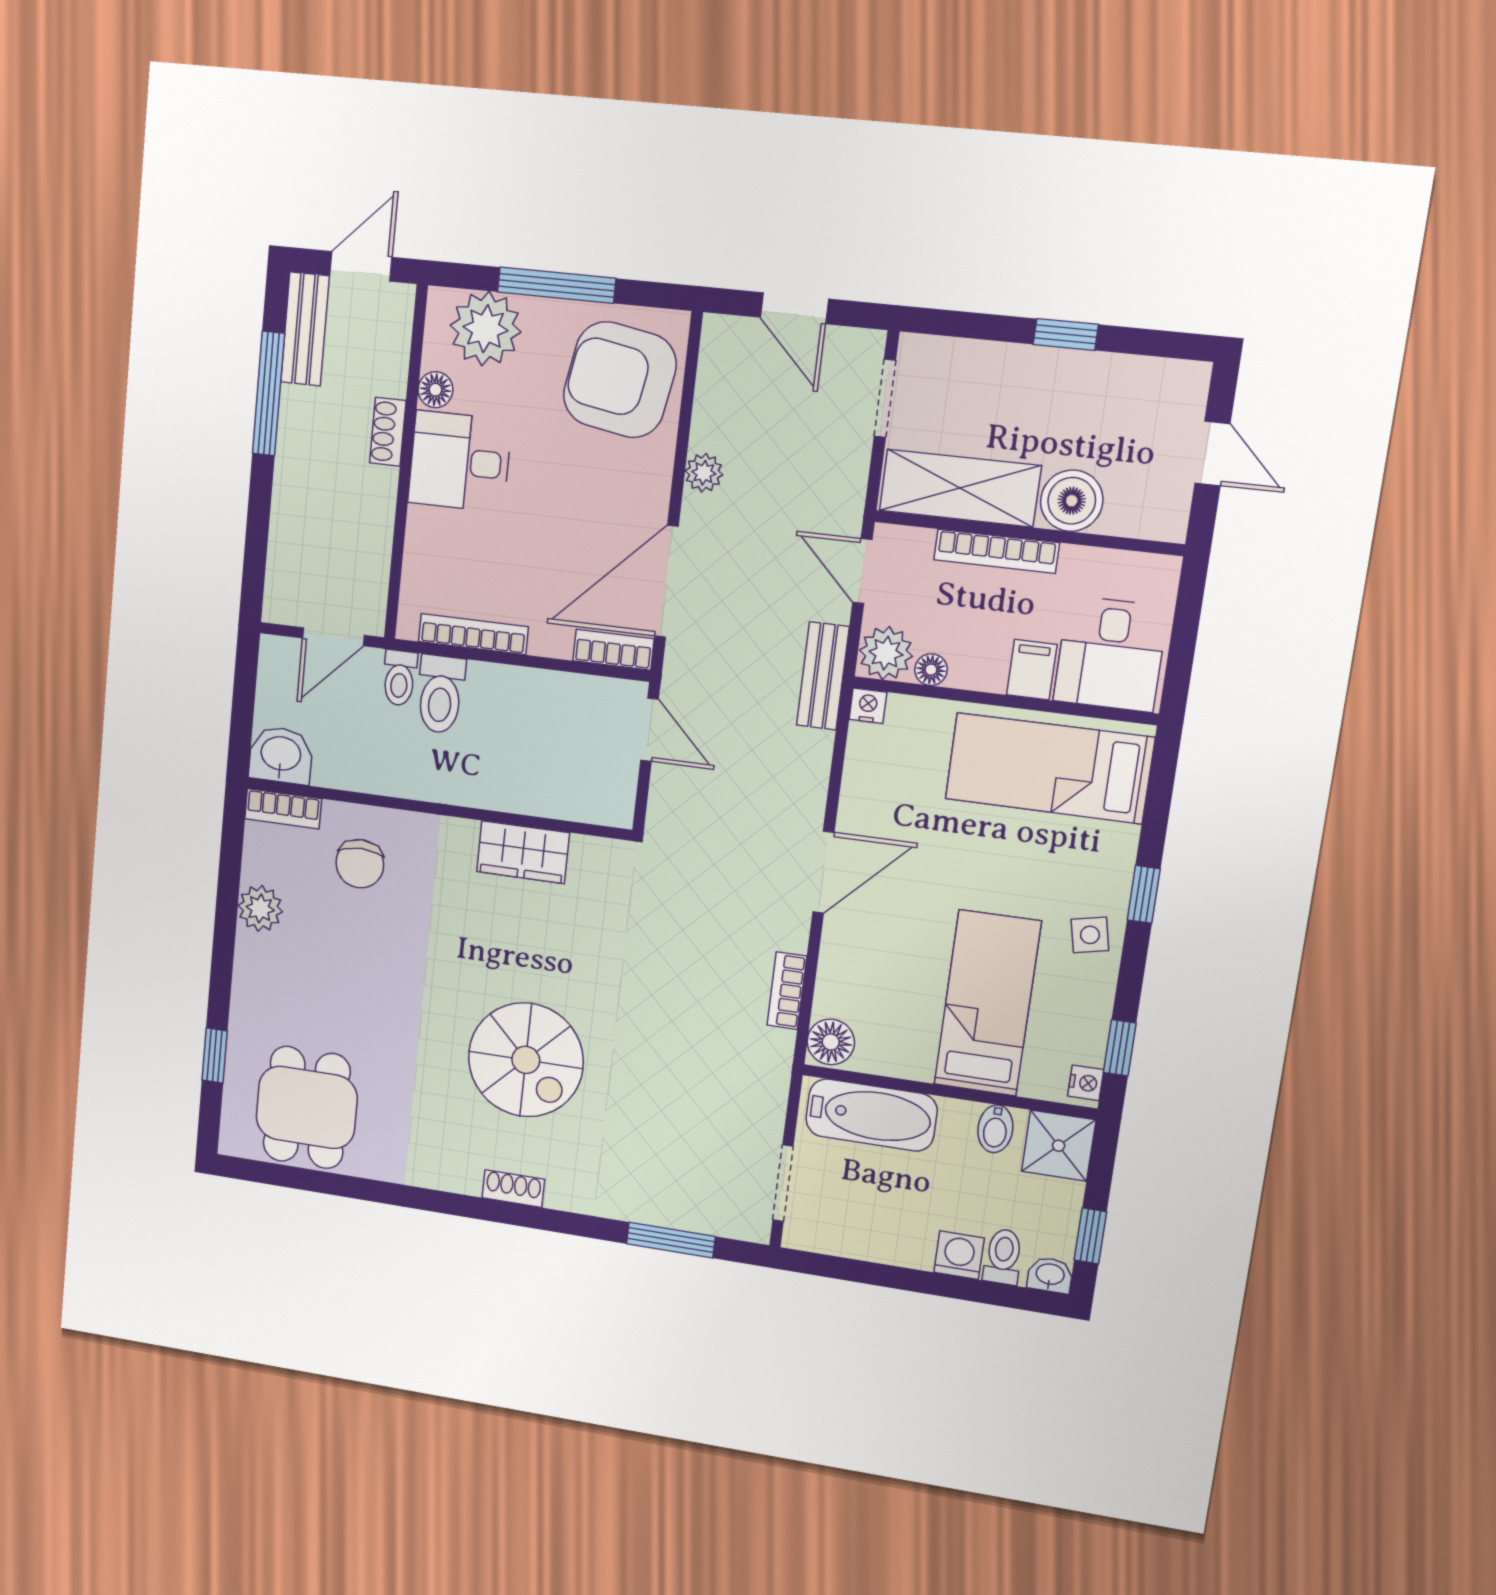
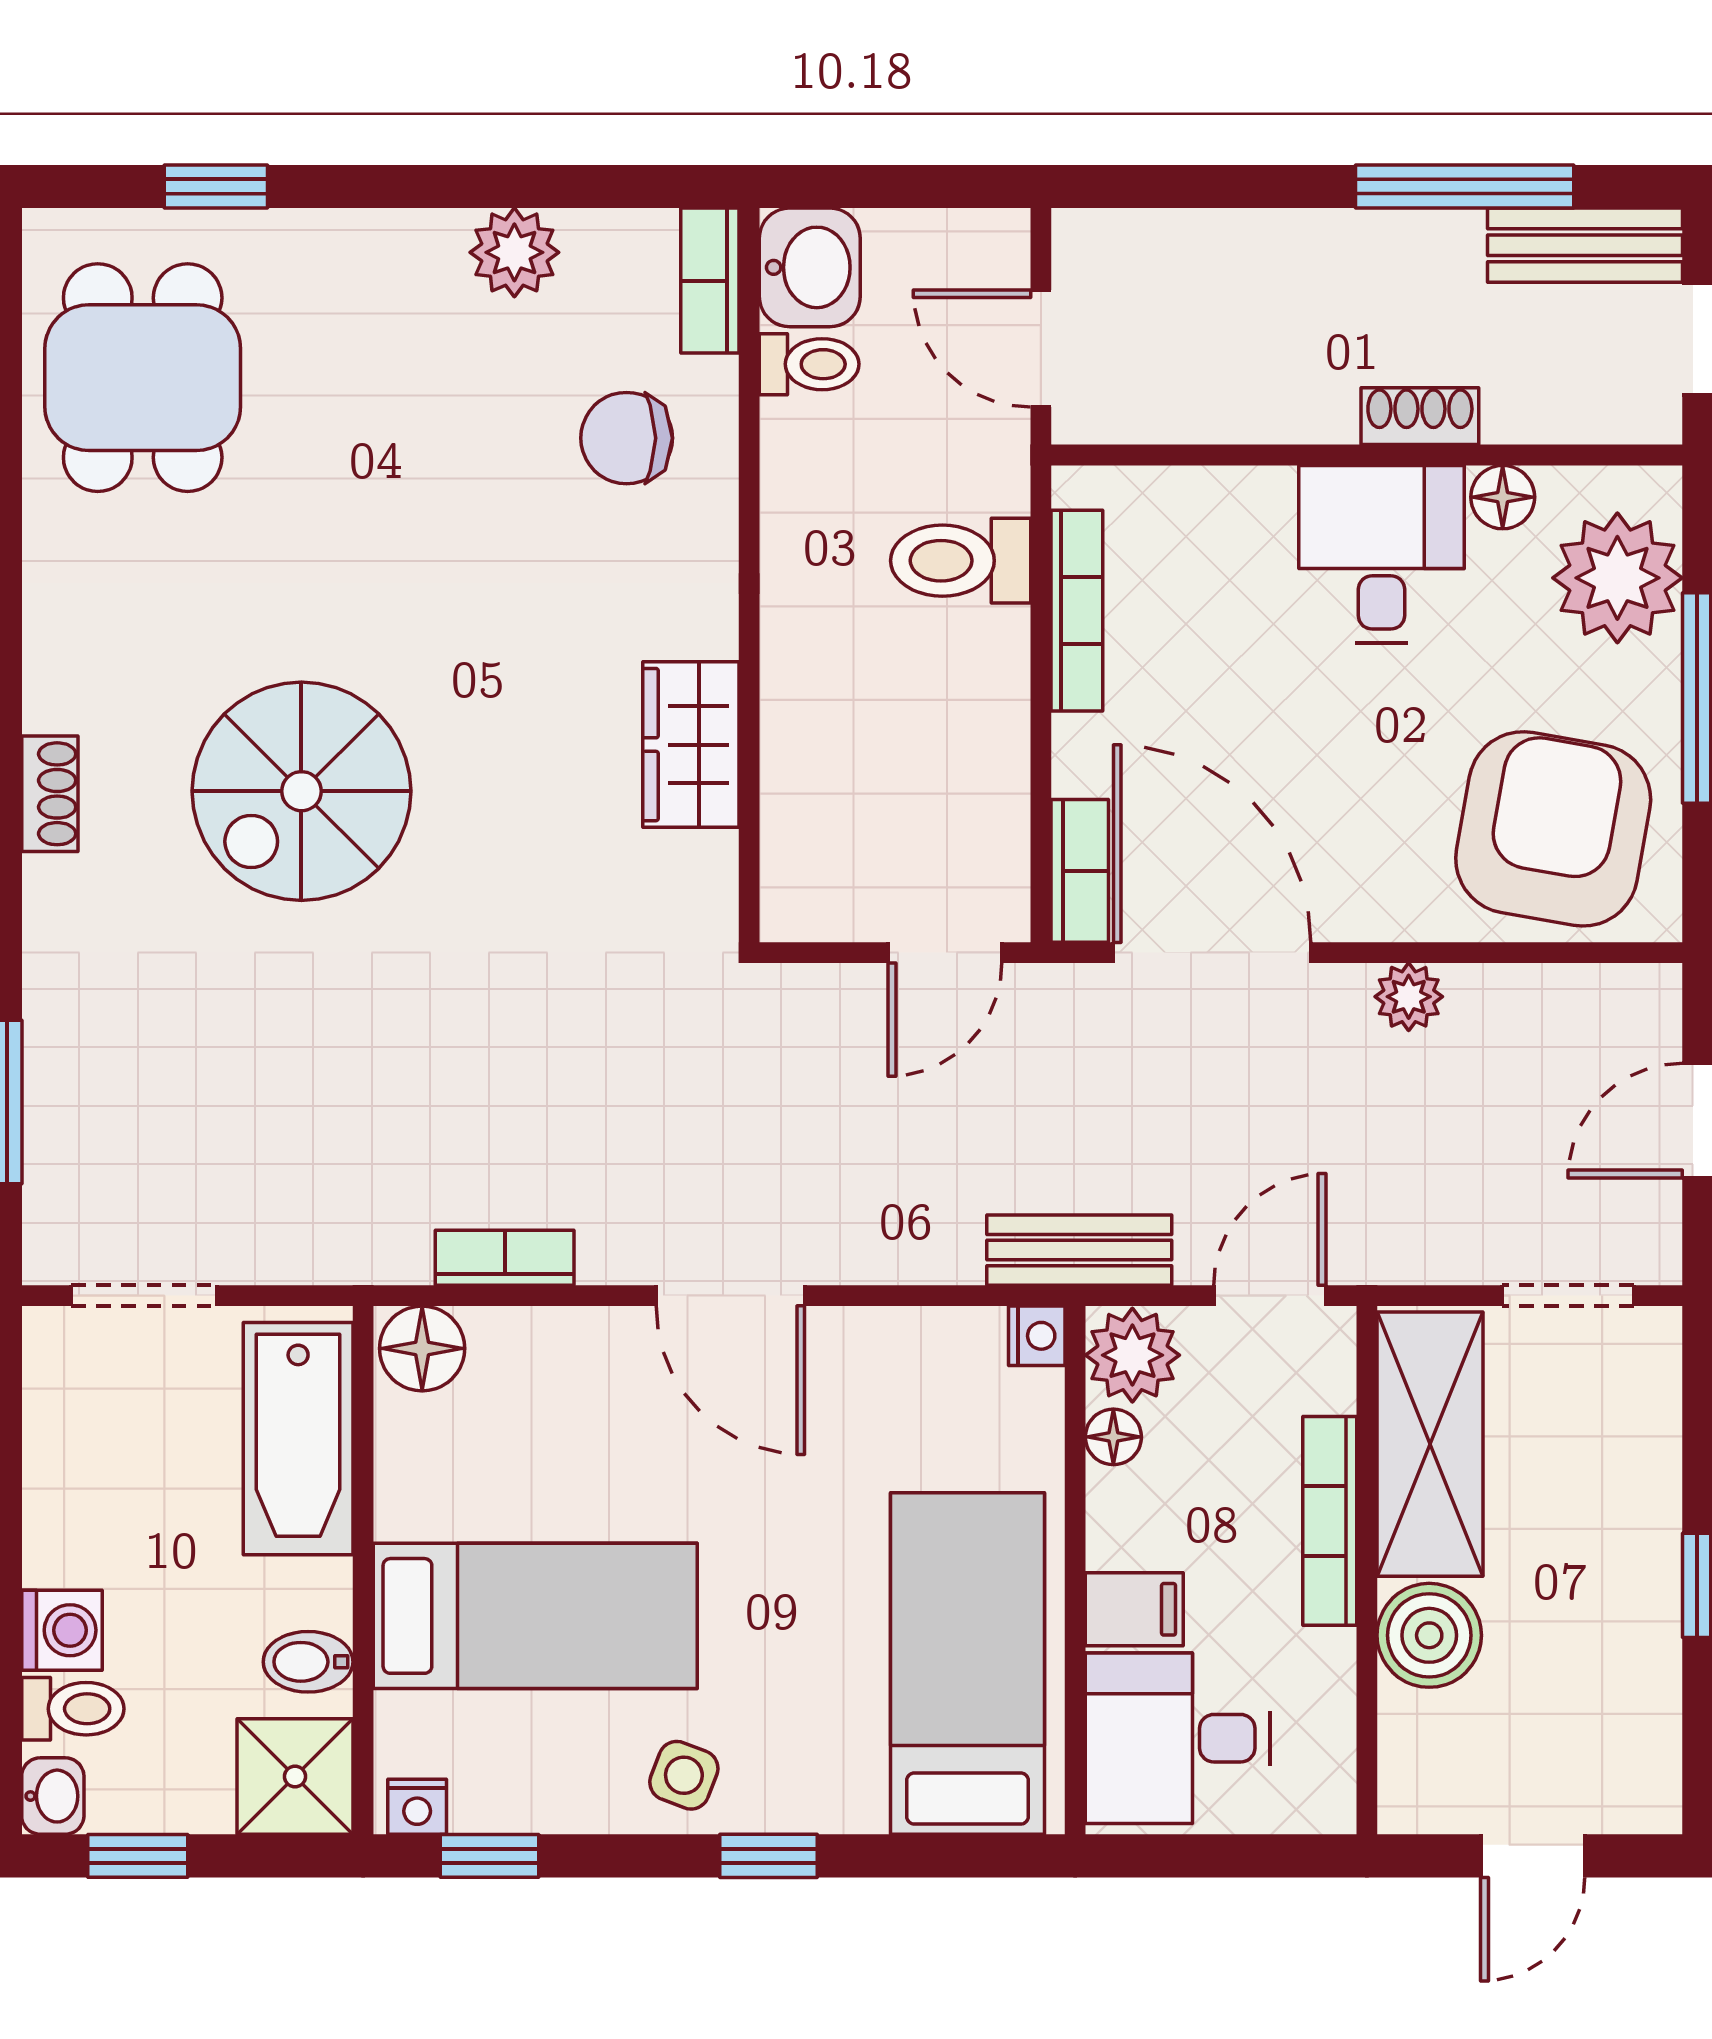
toilet: (400, 678) -> (809, 364), moved, turned 180
side table: (1090, 935) -> (684, 1775), turned 33
dining table: (307, 1107) -> (143, 378), turned 90

